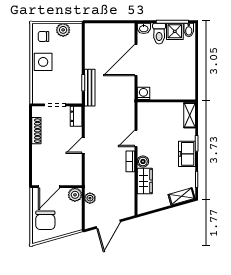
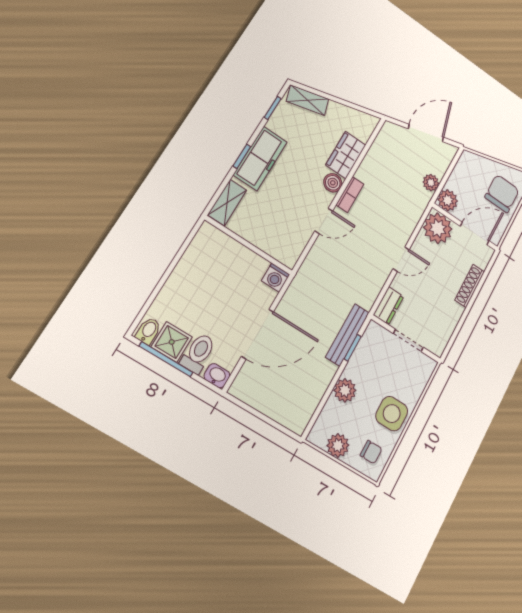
plant: (75, 59) -> (345, 390), added
shoe rack: (36, 131) -> (470, 286), moved
freezer: (187, 154) -> (260, 158), width x1.40
plant: (72, 175) -> (438, 228), added

